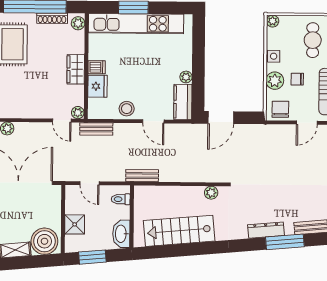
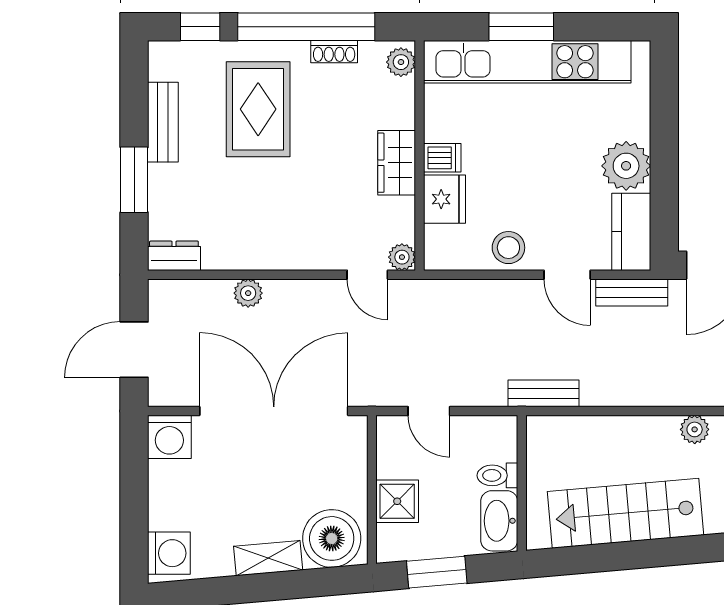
shoe rack: (52, 18) -> (334, 52), width x0.70
plant: (186, 77) -> (626, 166), width x1.88, depth x1.88
bench: (96, 129) -> (632, 292), moved
toilet: (121, 199) -> (497, 475), moved

